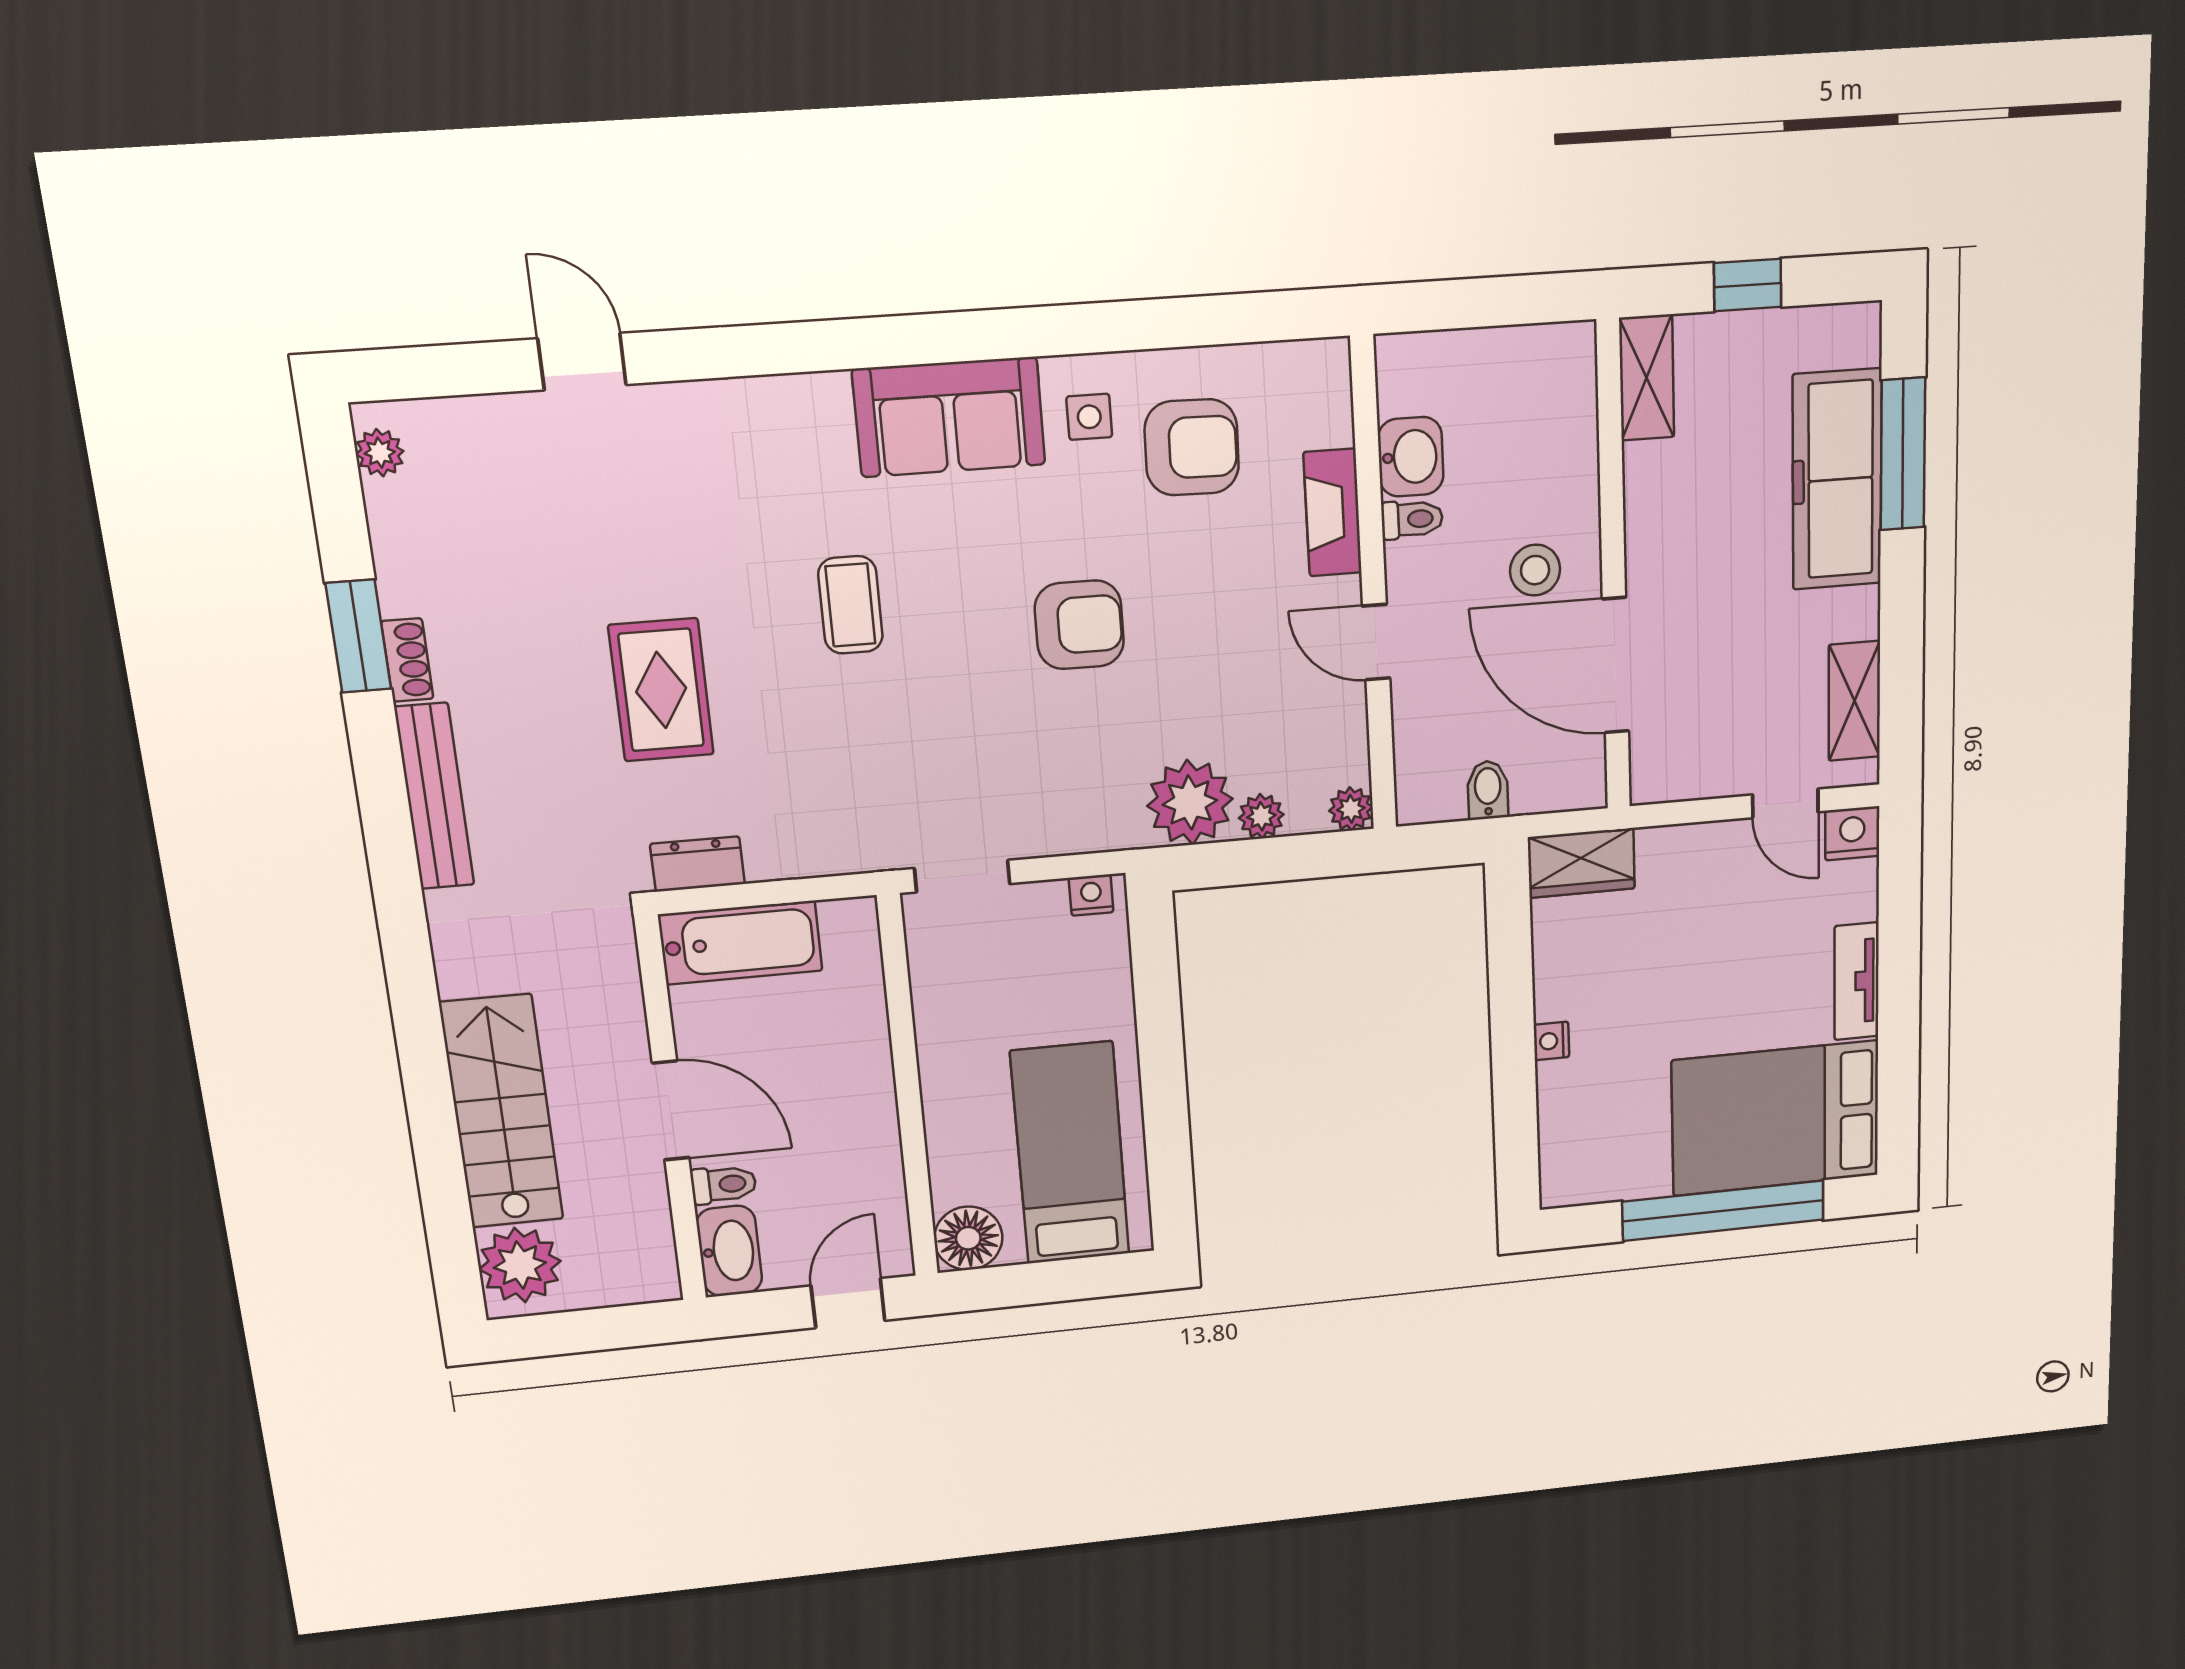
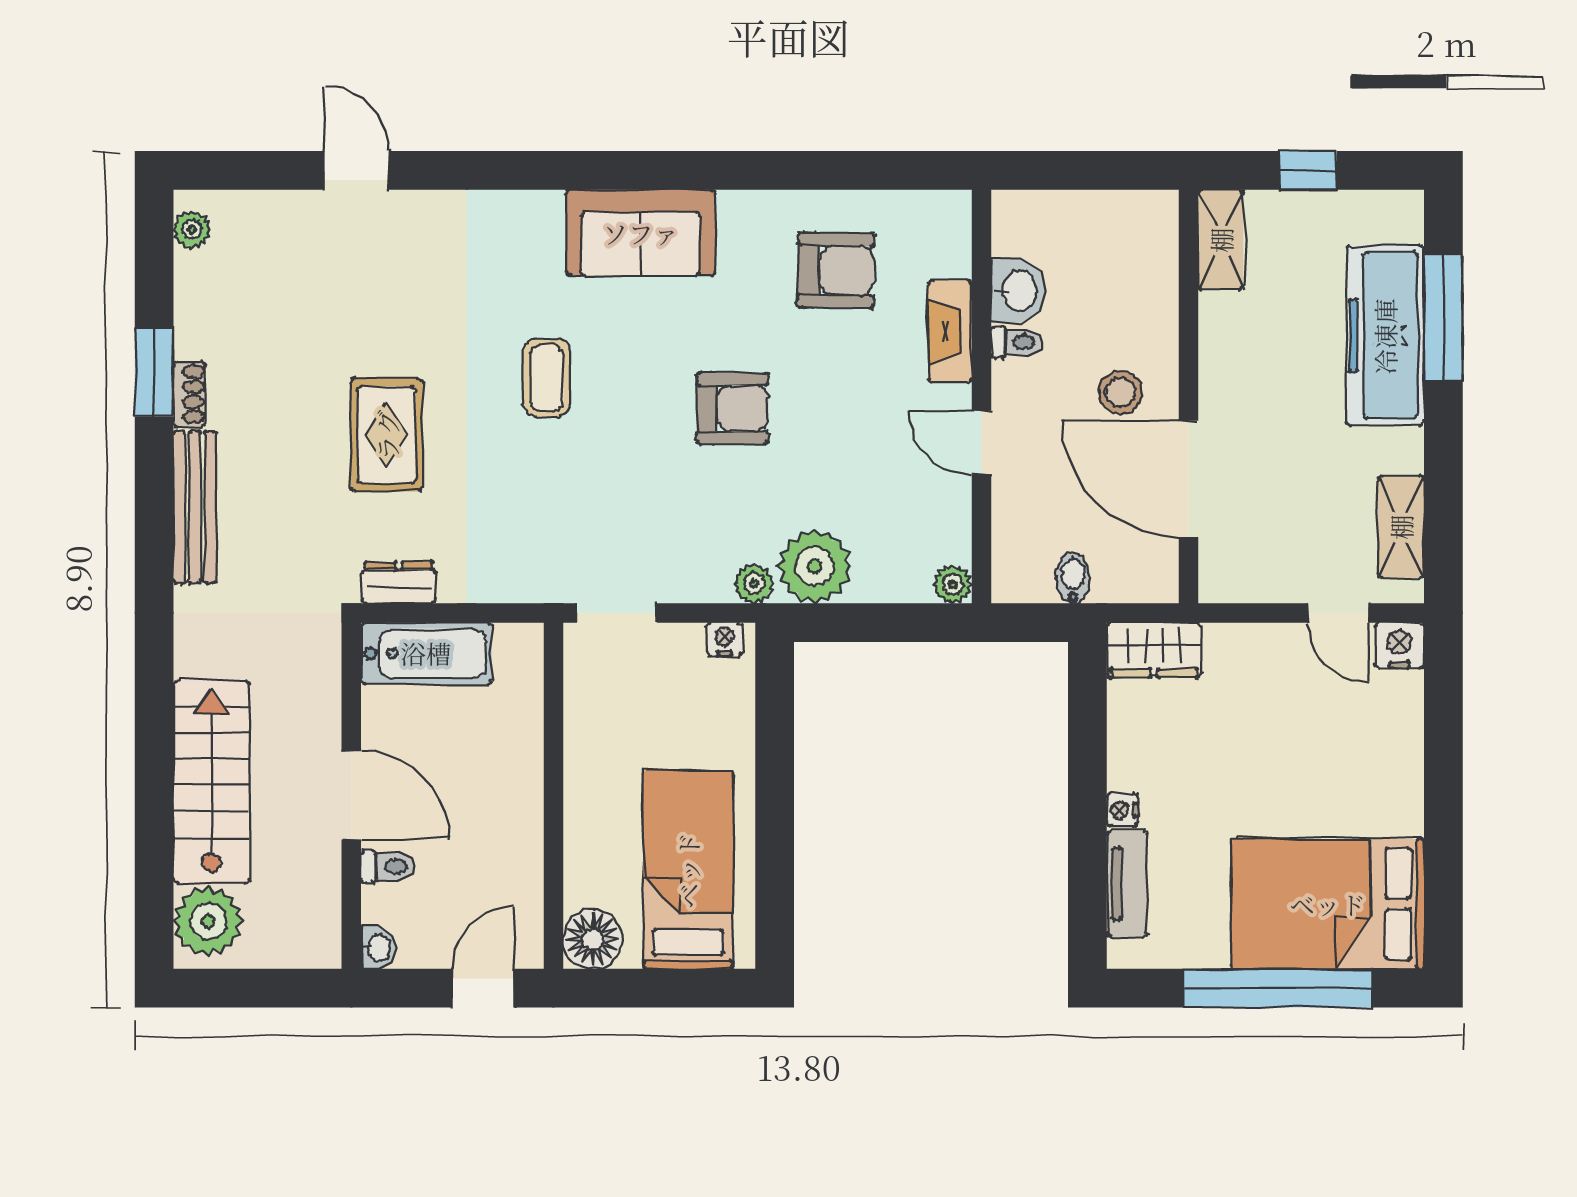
side table: (1089, 417) -> (754, 240), removed
plant: (1261, 816) -> (754, 584), moved
tv unit: (1857, 981) -> (1127, 884), moved, turned 180
washbasin: (729, 1251) -> (378, 948), width x0.52, depth x0.69

